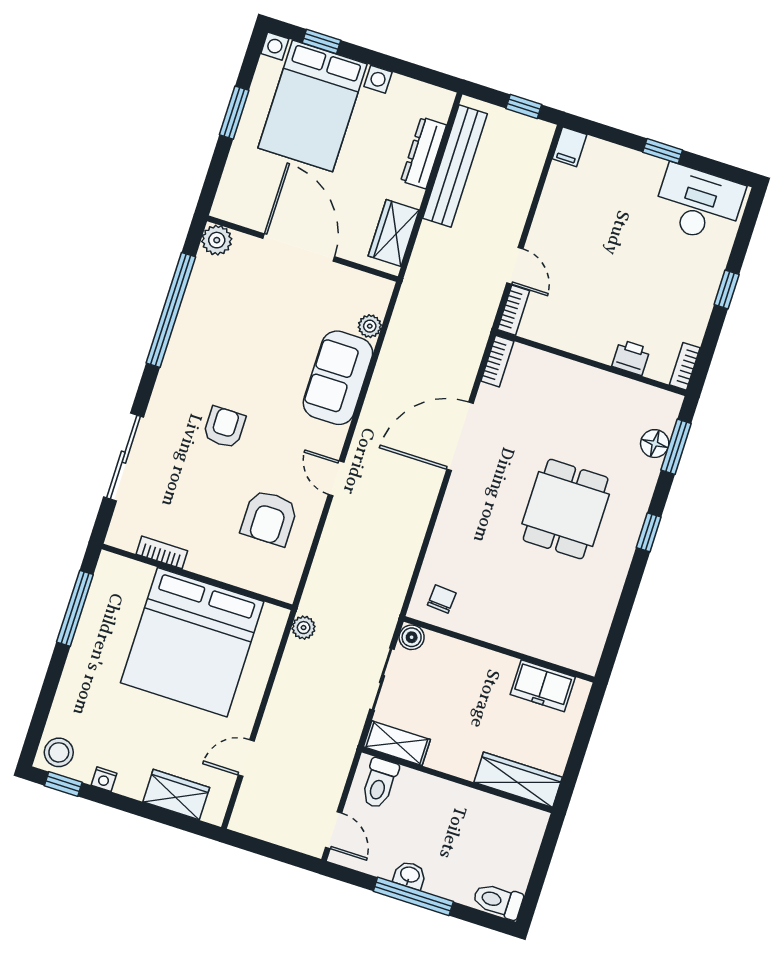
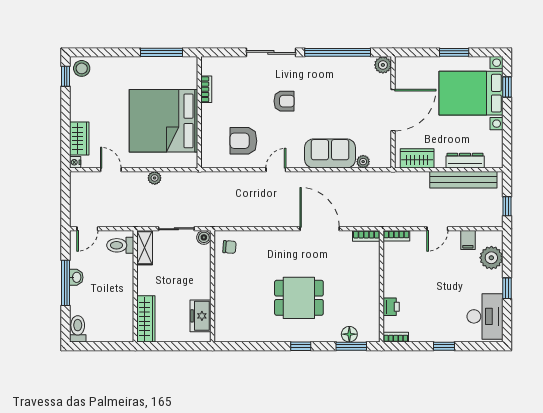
filing cabinet: (569, 147) -> (468, 240), moved, turned -90
plant: (602, 161) -> (491, 258), added
door: (515, 266) -> (437, 229), moved
sliding door: (124, 457) -> (271, 52), moved
plant: (304, 628) -> (155, 178), moved
nightstand: (104, 779) -> (75, 162), moved

